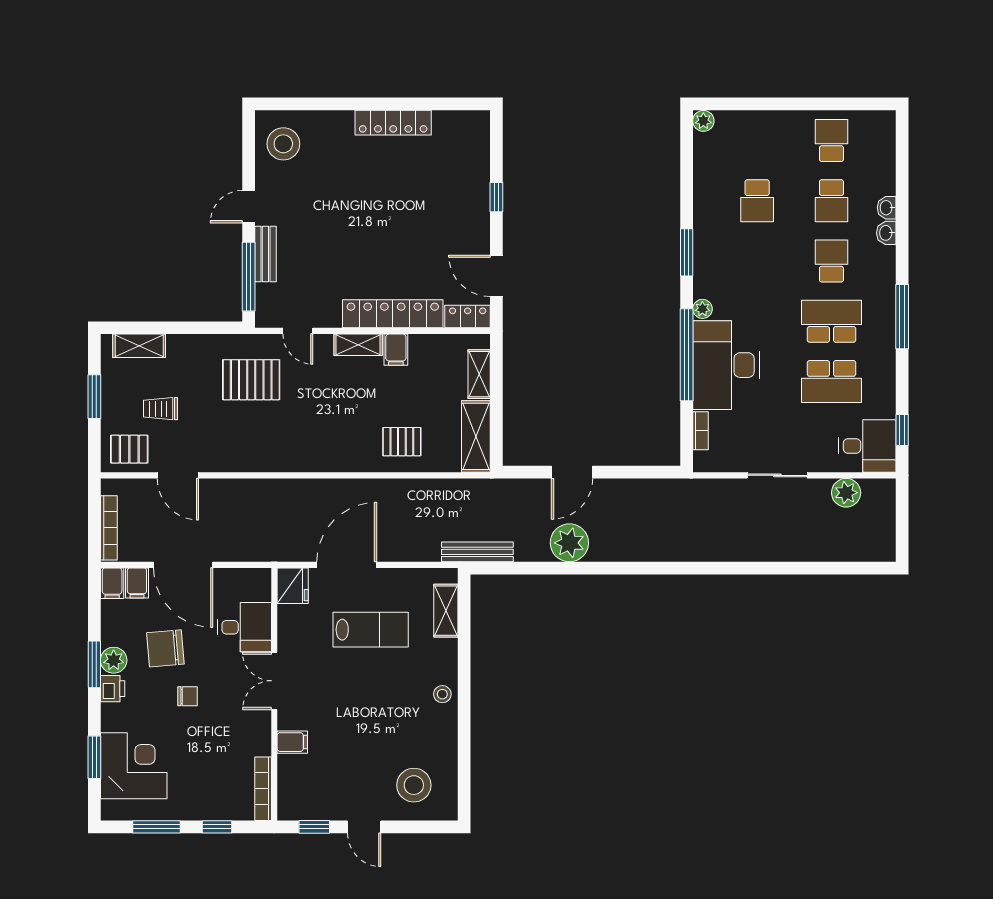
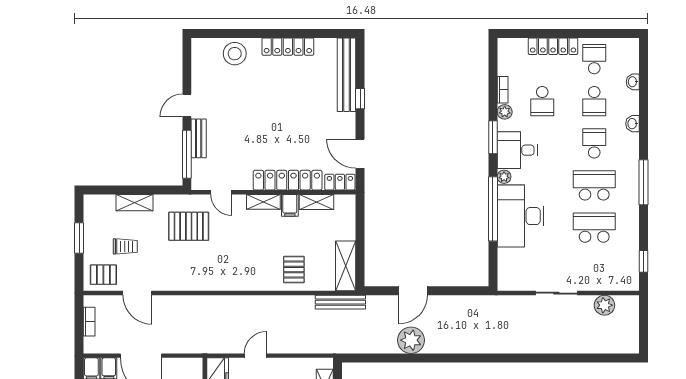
plant: (703, 121) -> (505, 112), moved
locker: (773, 122) -> (553, 46), added
stool: (283, 144) -> (235, 54), moved
bench: (477, 163) -> (347, 75), added
washbasin: (887, 208) -> (633, 82), moved
shelving: (139, 346) -> (134, 203), moved
shelving: (479, 374) -> (317, 202), moved, turned 90
school desk: (831, 382) -> (594, 228), turned 180
trolley: (160, 409) -> (125, 246), turned 180
bookcase: (700, 431) -> (503, 90), moved
pallet: (402, 442) -> (294, 270), turned 90
desk: (867, 446) -> (517, 150), moved, turned 180
bookcase: (109, 528) -> (89, 322), width x0.64
bench: (477, 552) -> (340, 302), moved
door: (347, 565) -> (255, 356), width x0.53

